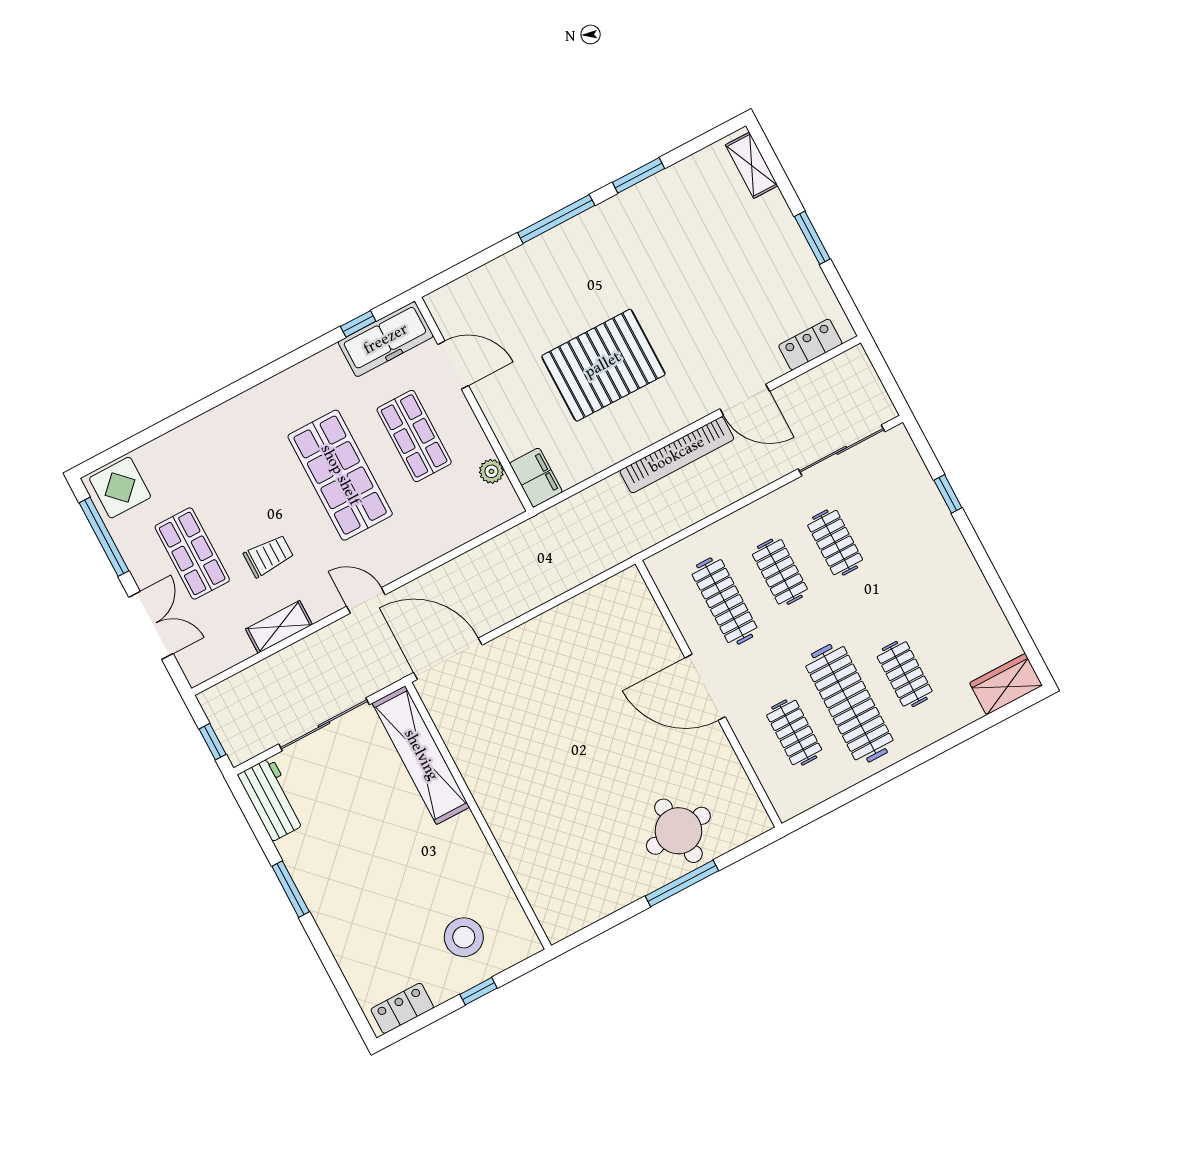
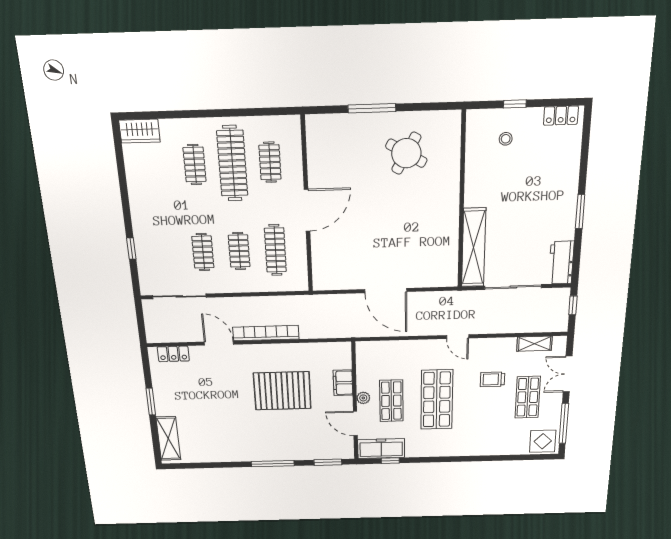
shelving: (752, 165) -> (168, 439), width x1.50, depth x1.33
window: (639, 175) -> (328, 462), moved
plant: (491, 471) -> (363, 398), moved
filing cabinet: (536, 478) -> (343, 383), moved
shelving: (279, 627) -> (534, 344), moved
door: (448, 659) -> (386, 291), moved
door: (705, 687) -> (307, 210), hinge flipped
round table: (678, 831) -> (406, 153), moved, turned 35
stool: (464, 937) -> (506, 139), width x0.53, depth x0.53

